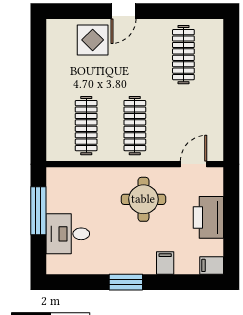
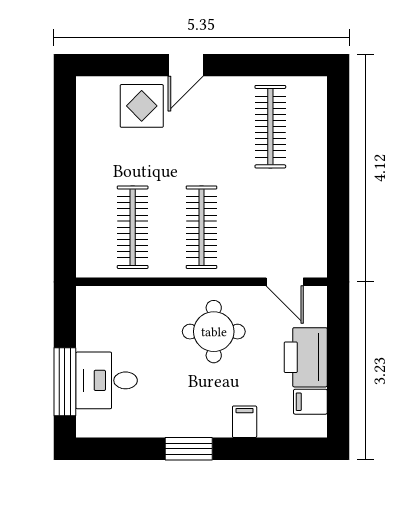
door: (194, 164) -> (285, 282), swing flipped
window: (38, 211) -> (65, 382), moved
filing cabinet: (212, 265) -> (310, 402), moved

